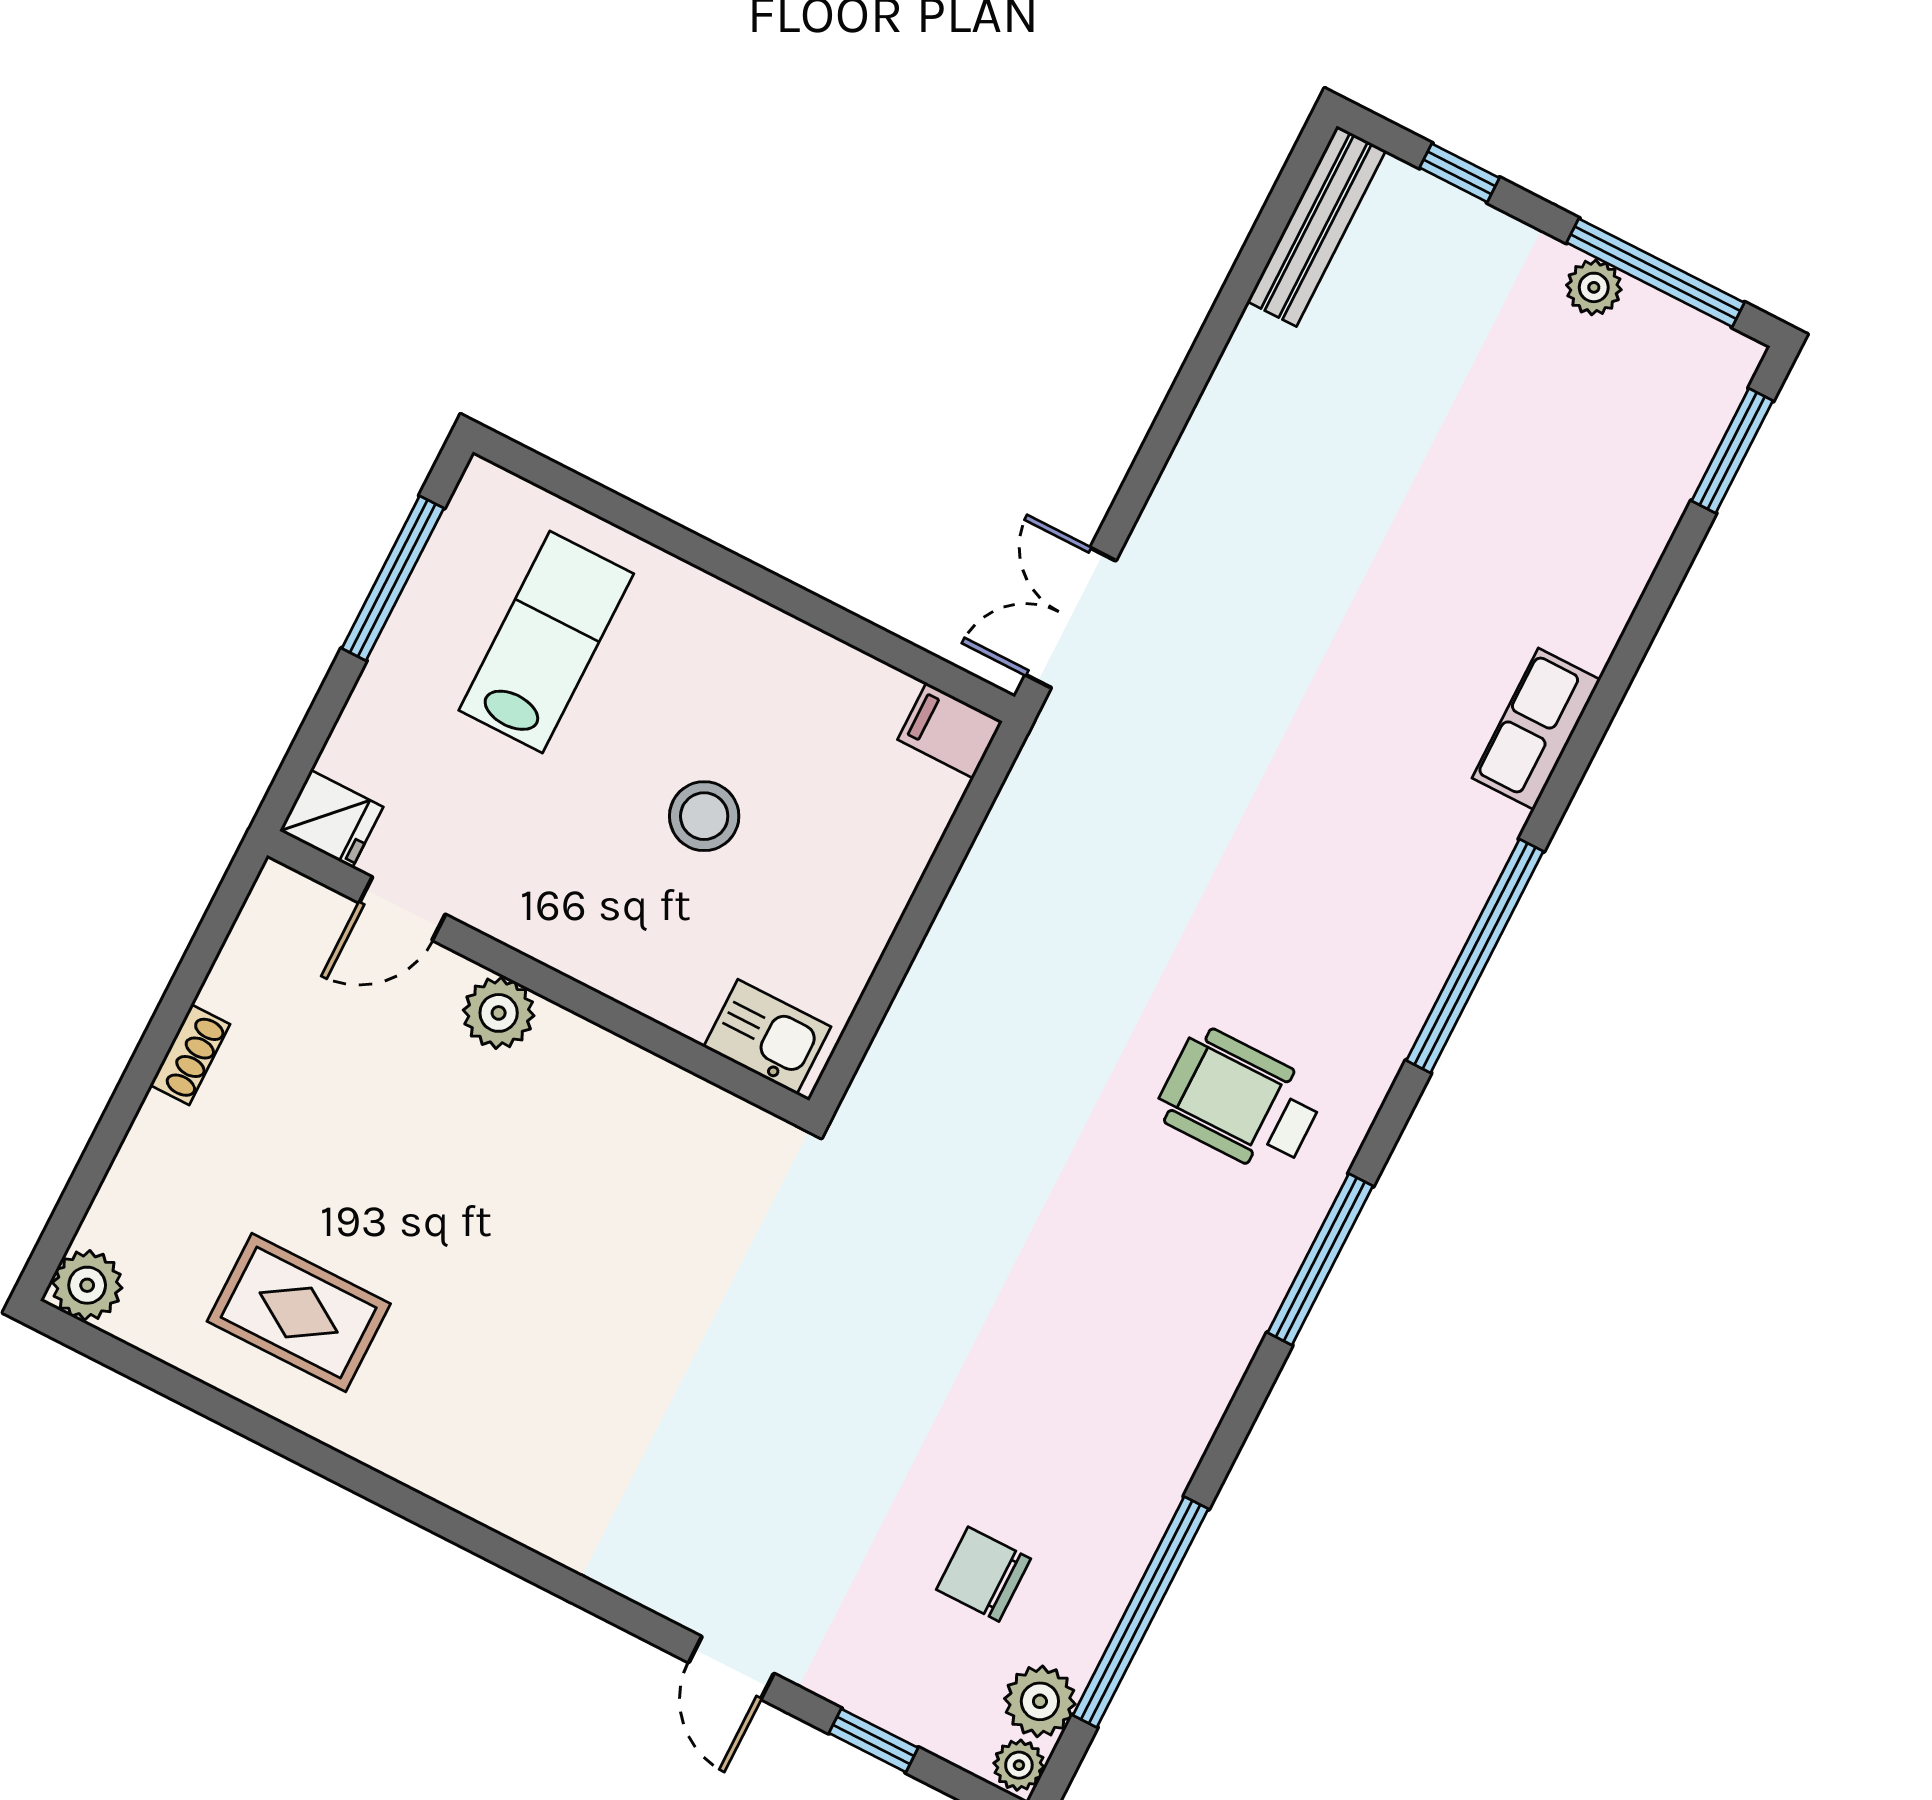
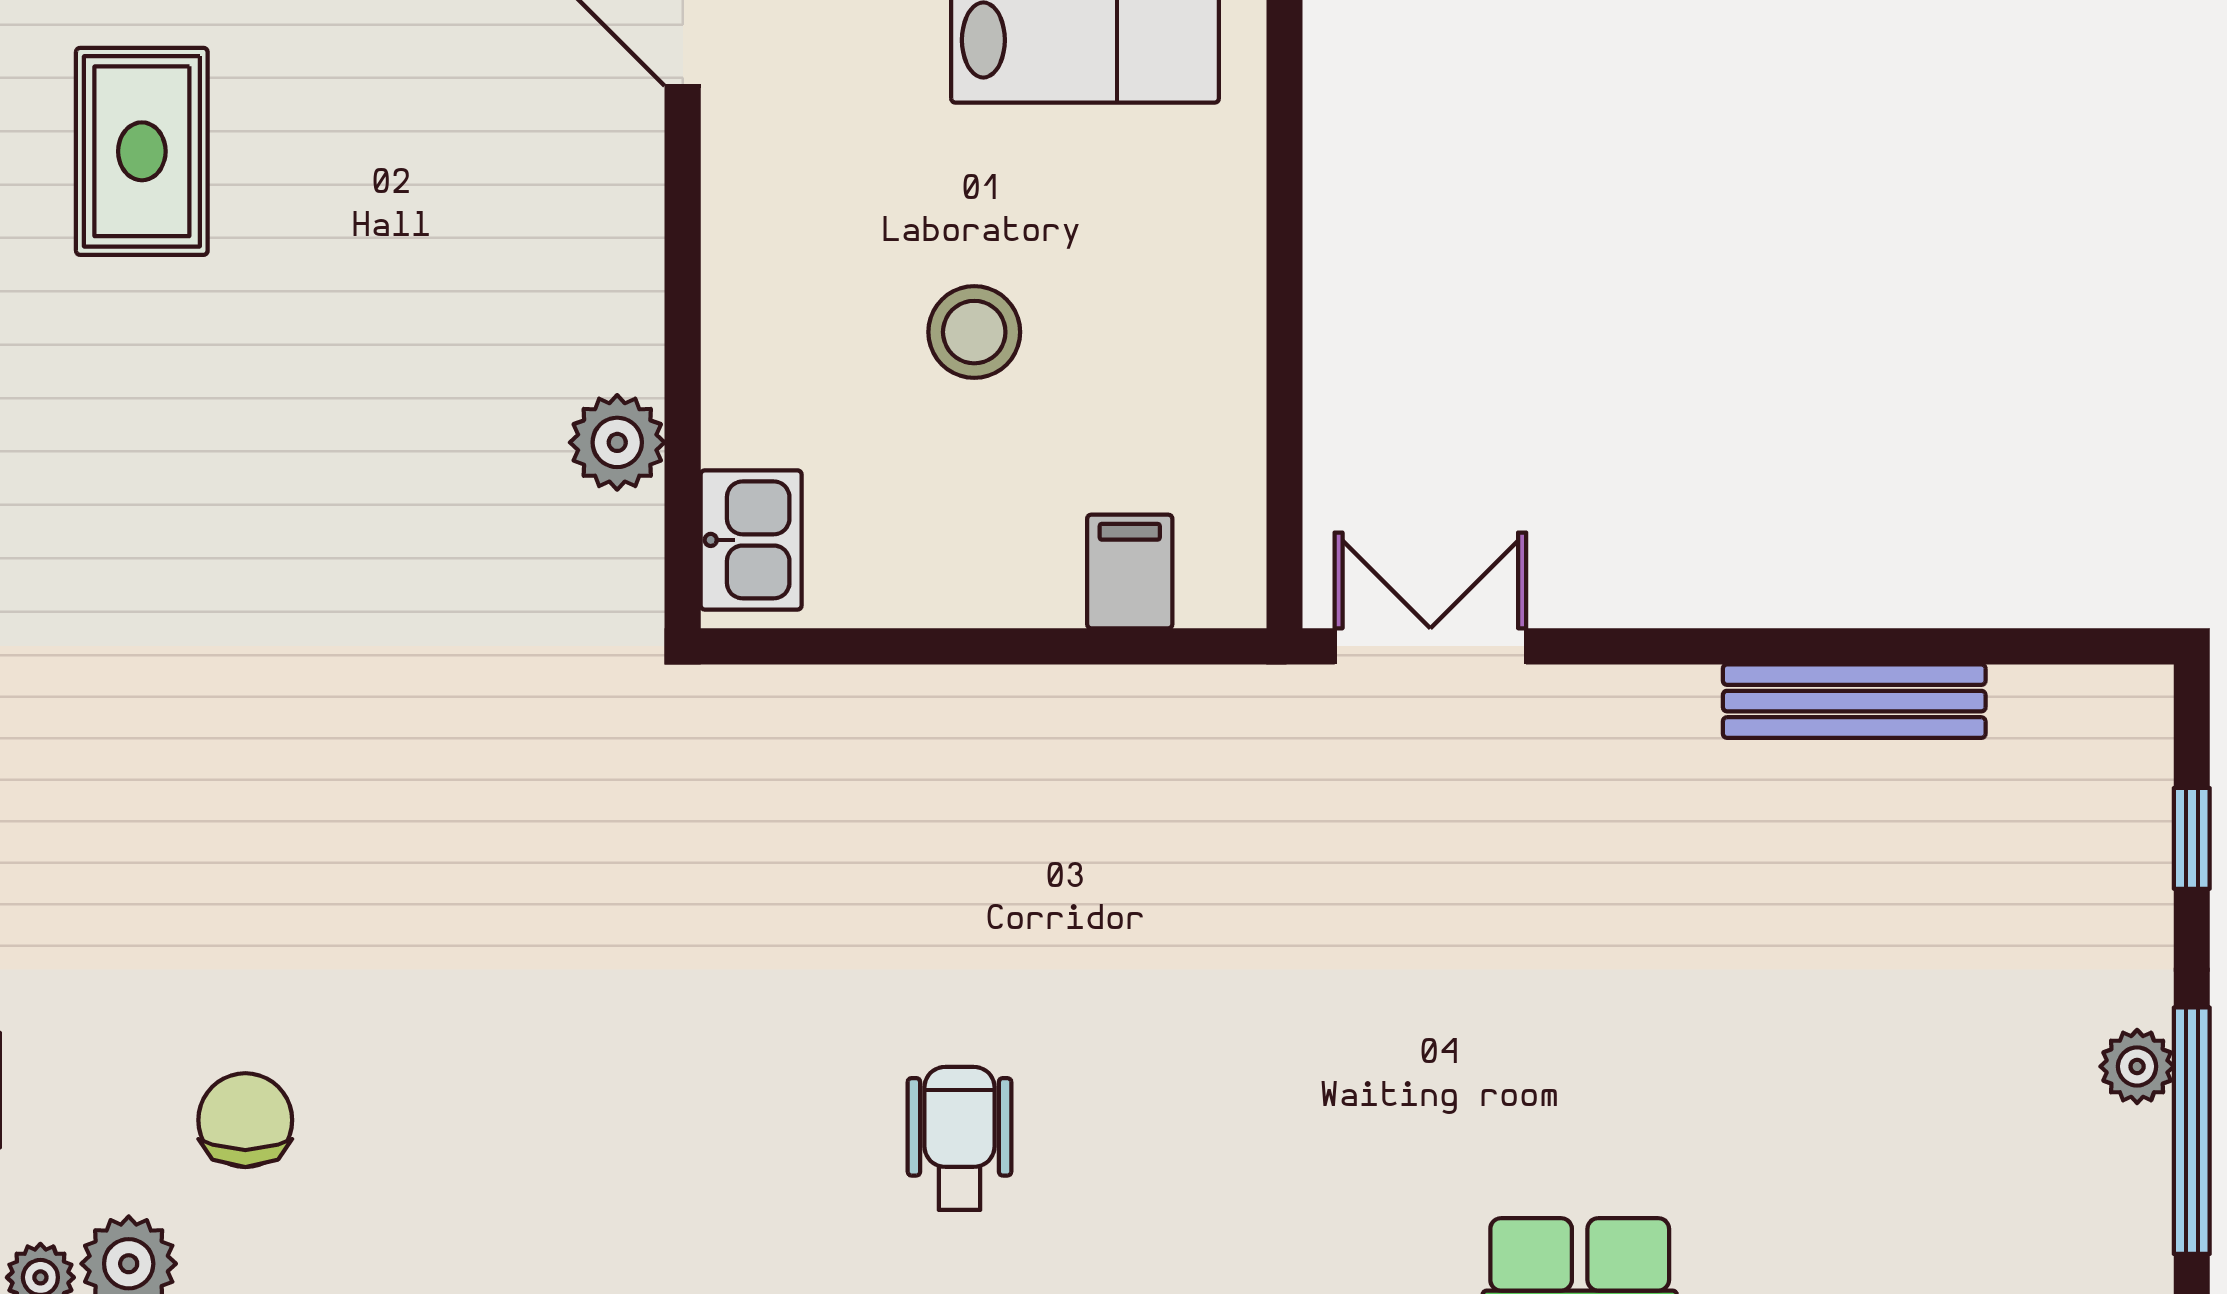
bench: (1316, 226) -> (1854, 701), moved
filing cabinet: (950, 731) -> (1130, 572), moved
plant: (499, 1013) -> (617, 442), moved
wheelchair: (1240, 1101) -> (959, 1138), width x0.73, depth x0.73

